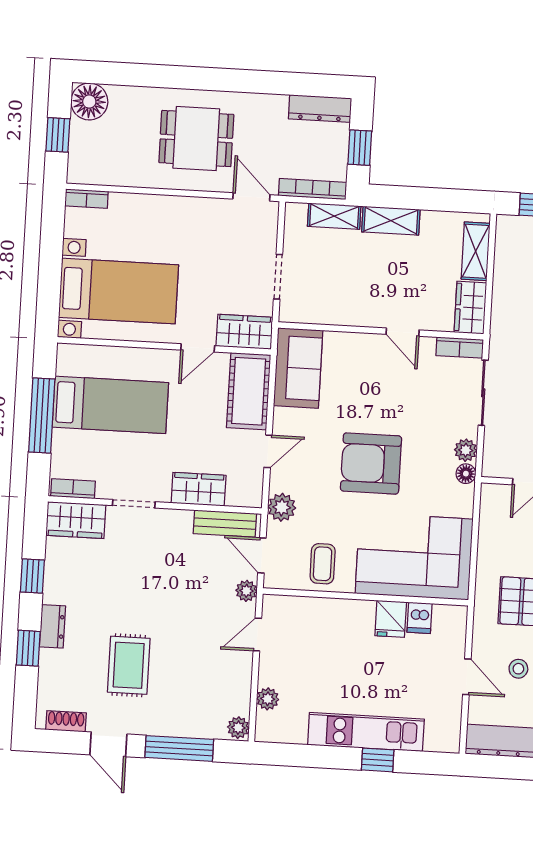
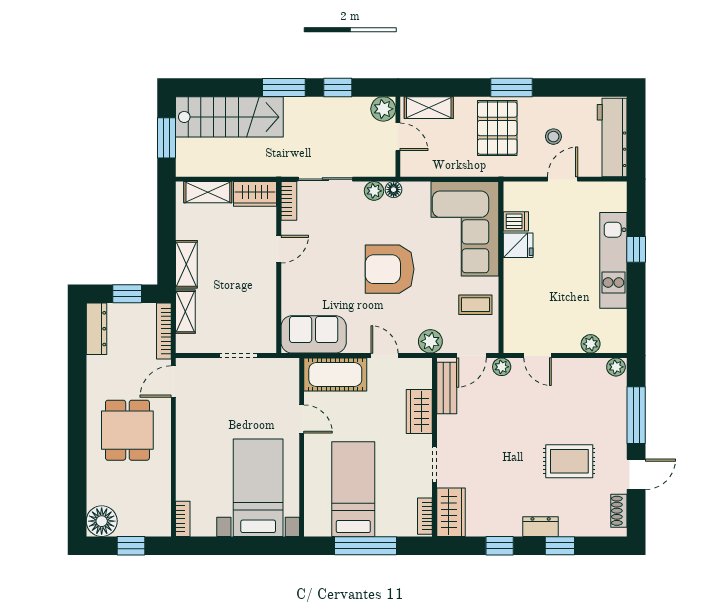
wardrobe: (244, 332) -> (286, 381), removed
armchair: (371, 463) -> (390, 269), turned 90

